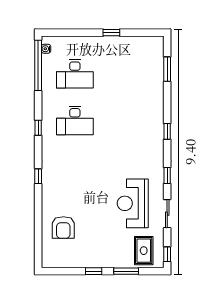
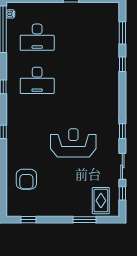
window: (167, 131) -> (122, 64), moved
reception desk: (133, 203) -> (73, 143), moved, turned 90
window: (167, 254) -> (122, 193), moved
window: (94, 271) -> (28, 220), moved

